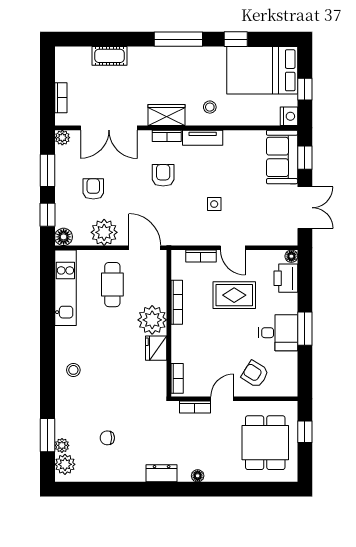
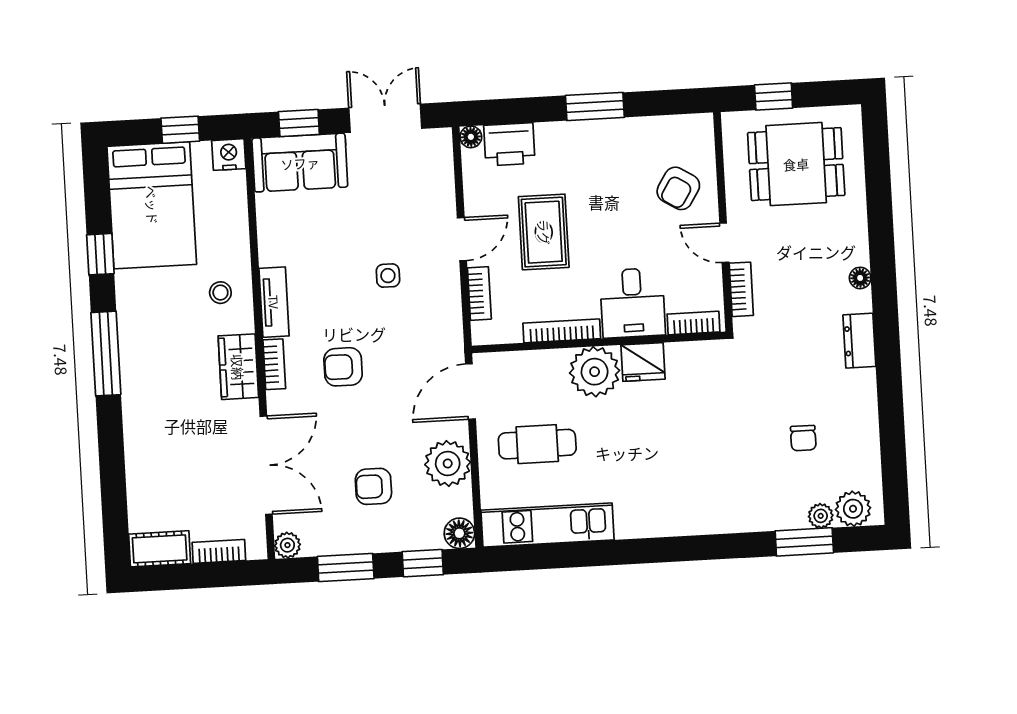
cot: (110, 56) -> (160, 549), moved, turned 90
desk: (278, 333) -> (633, 303), moved, turned 180
stool: (73, 370) -> (689, 503), removed

